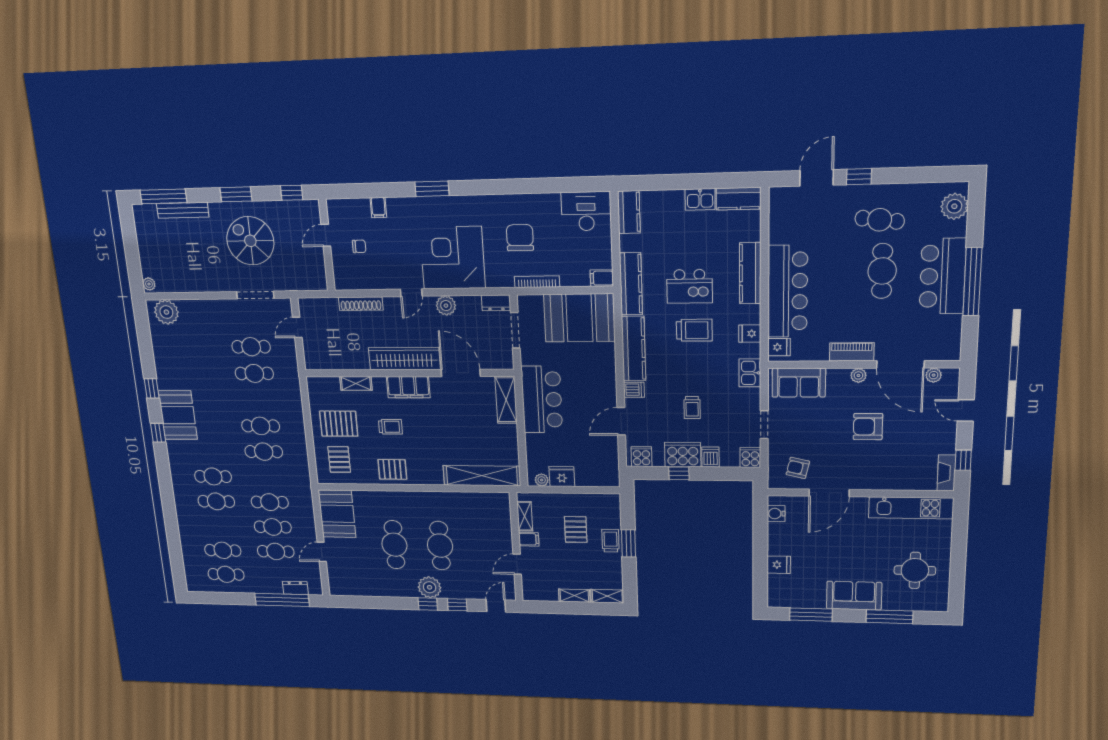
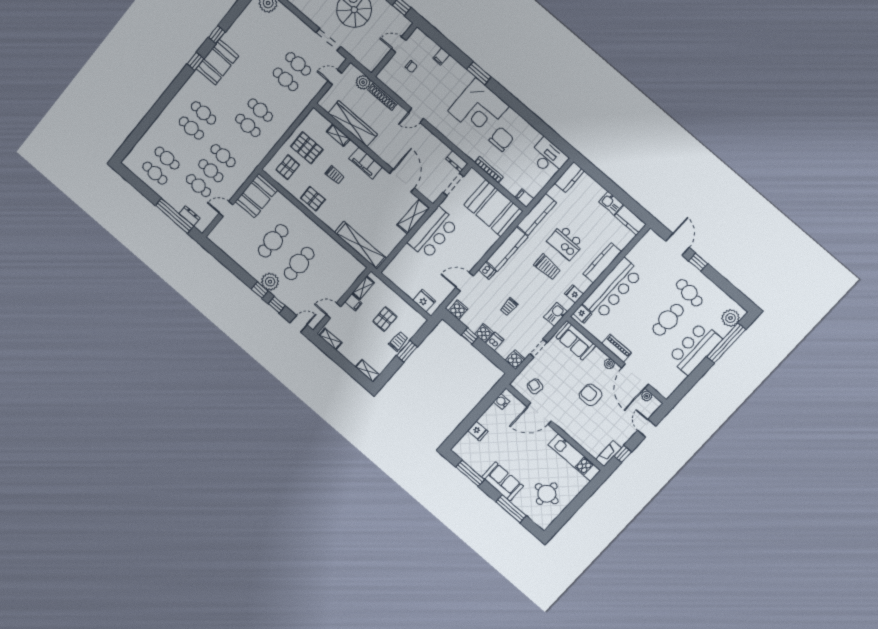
door: (817, 178) -> (677, 244), hinge flipped
corner desk: (452, 258) -> (478, 108), moved, turned 180
window: (972, 282) -> (726, 343), moved
plant: (446, 306) -> (363, 82), moved
wardrobe: (404, 359) -> (353, 124), moved
cooker: (683, 455) -> (484, 333), width x0.53, depth x0.76
fridge: (562, 477) -> (424, 301), moved
plant: (542, 480) -> (392, 276), removed
shelving: (574, 596) -> (330, 339), moved

